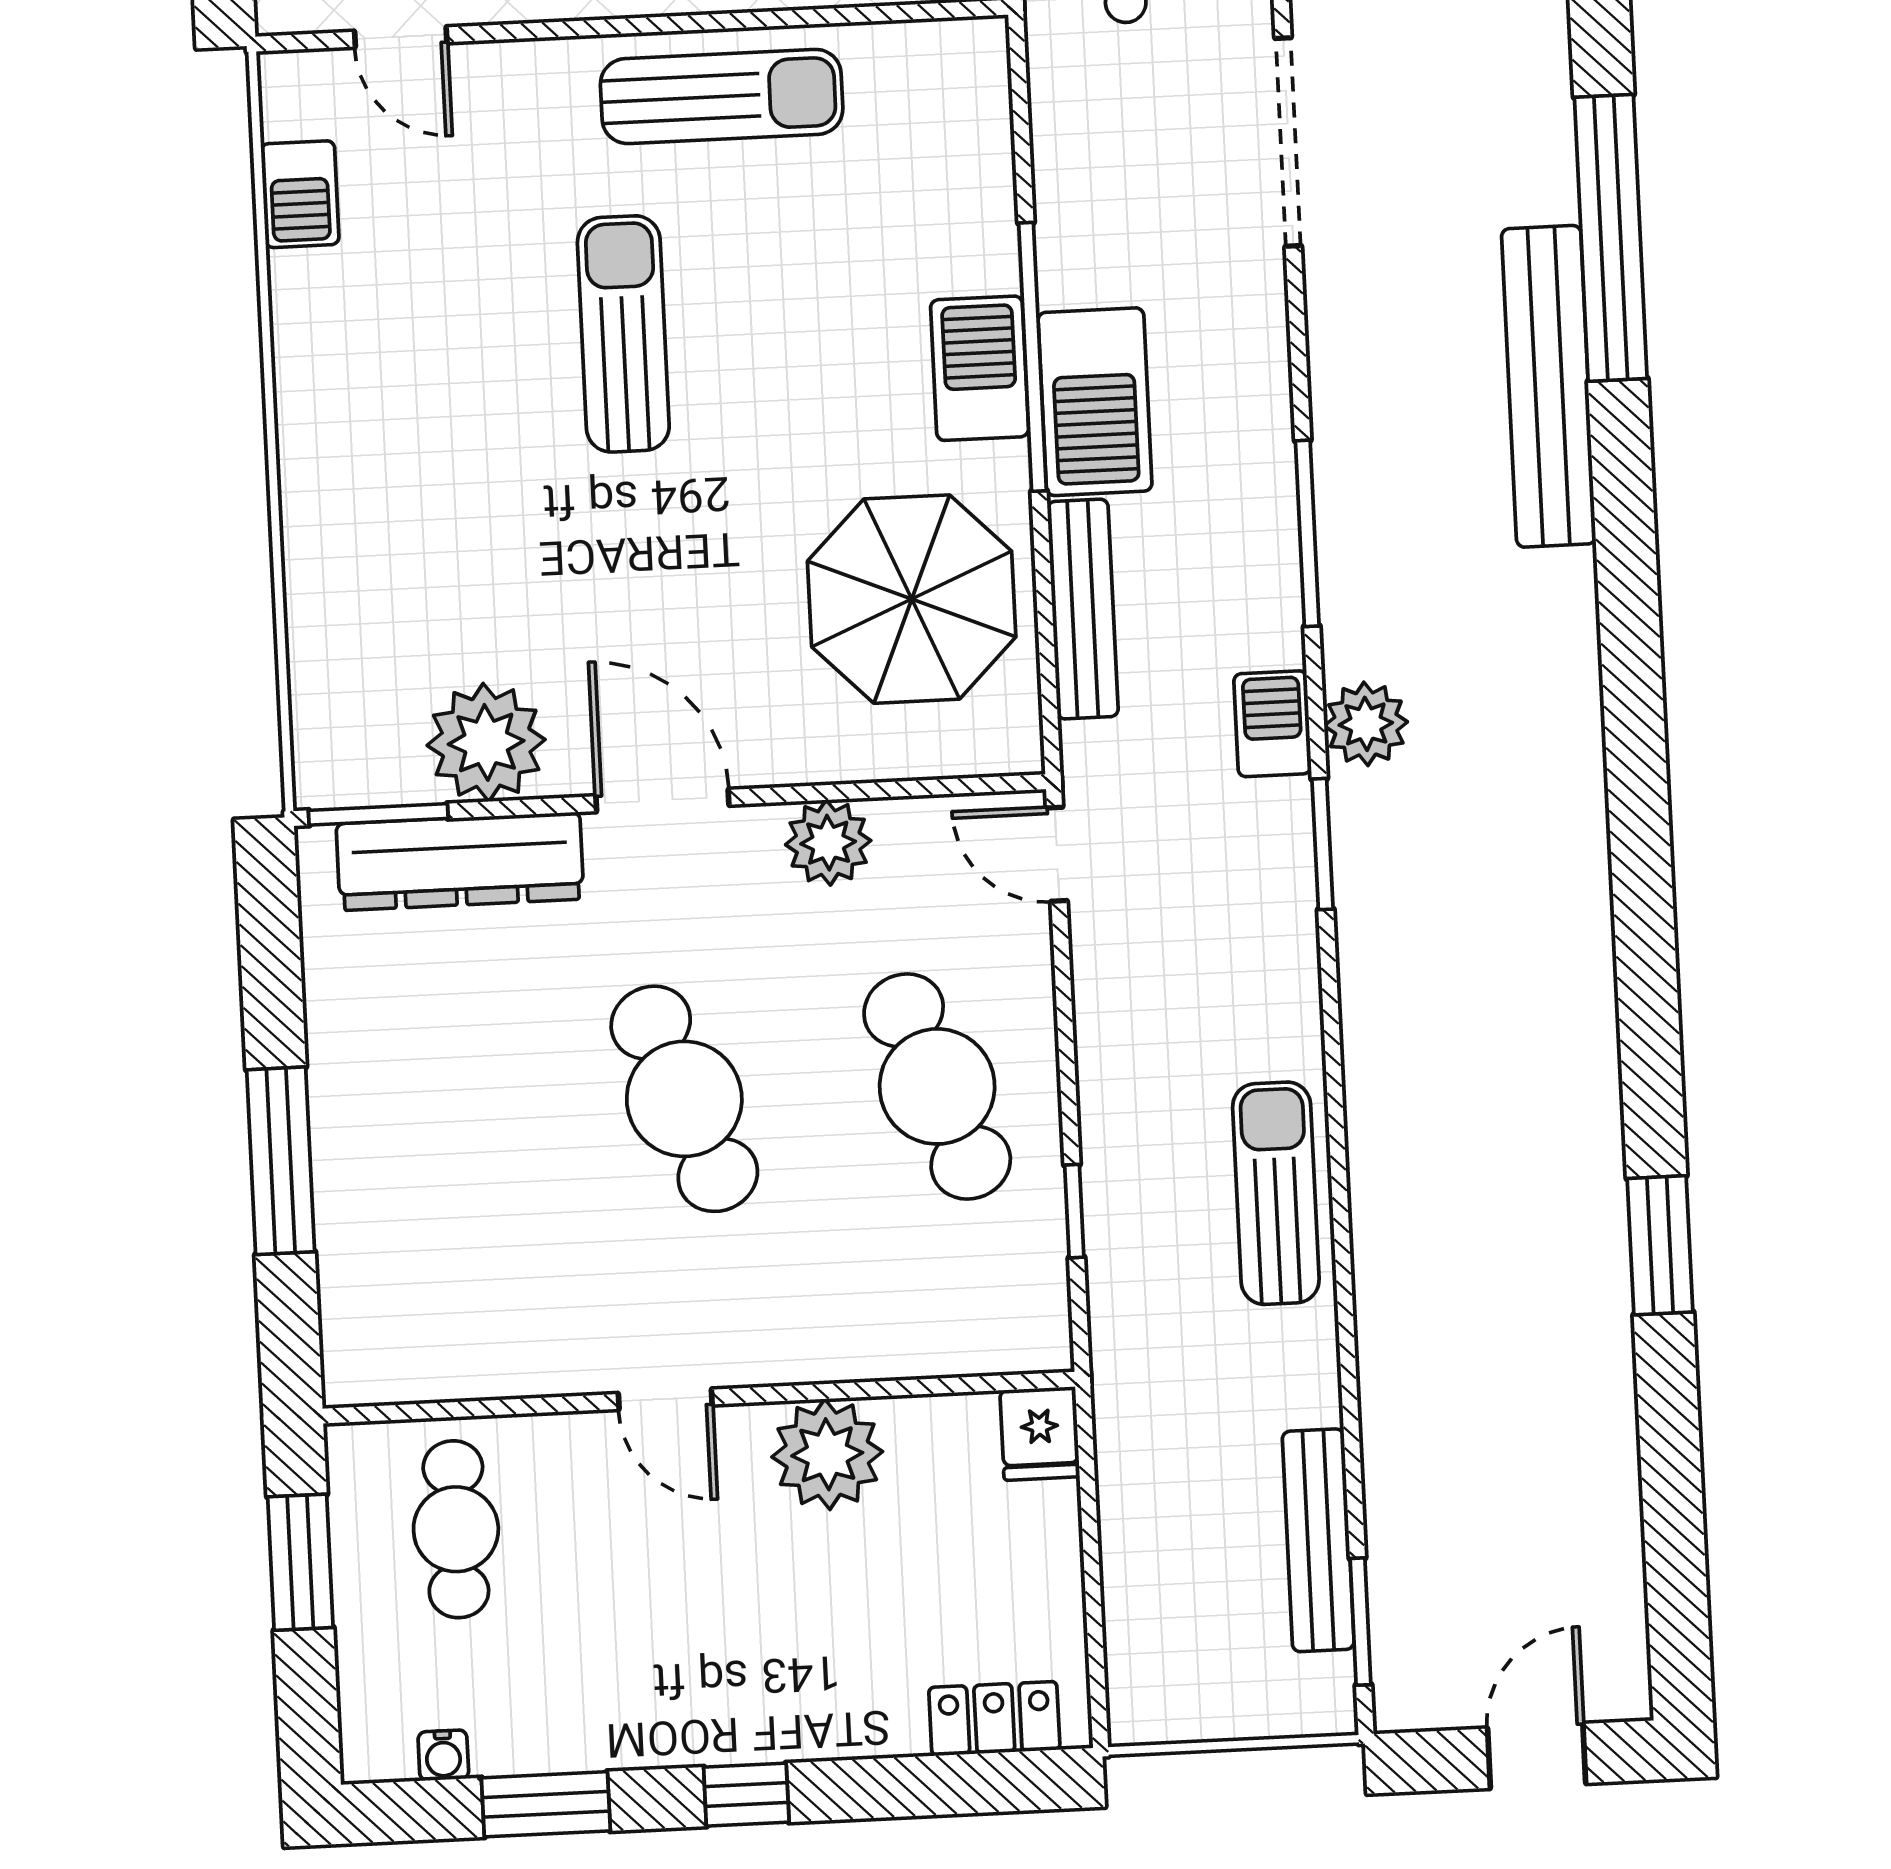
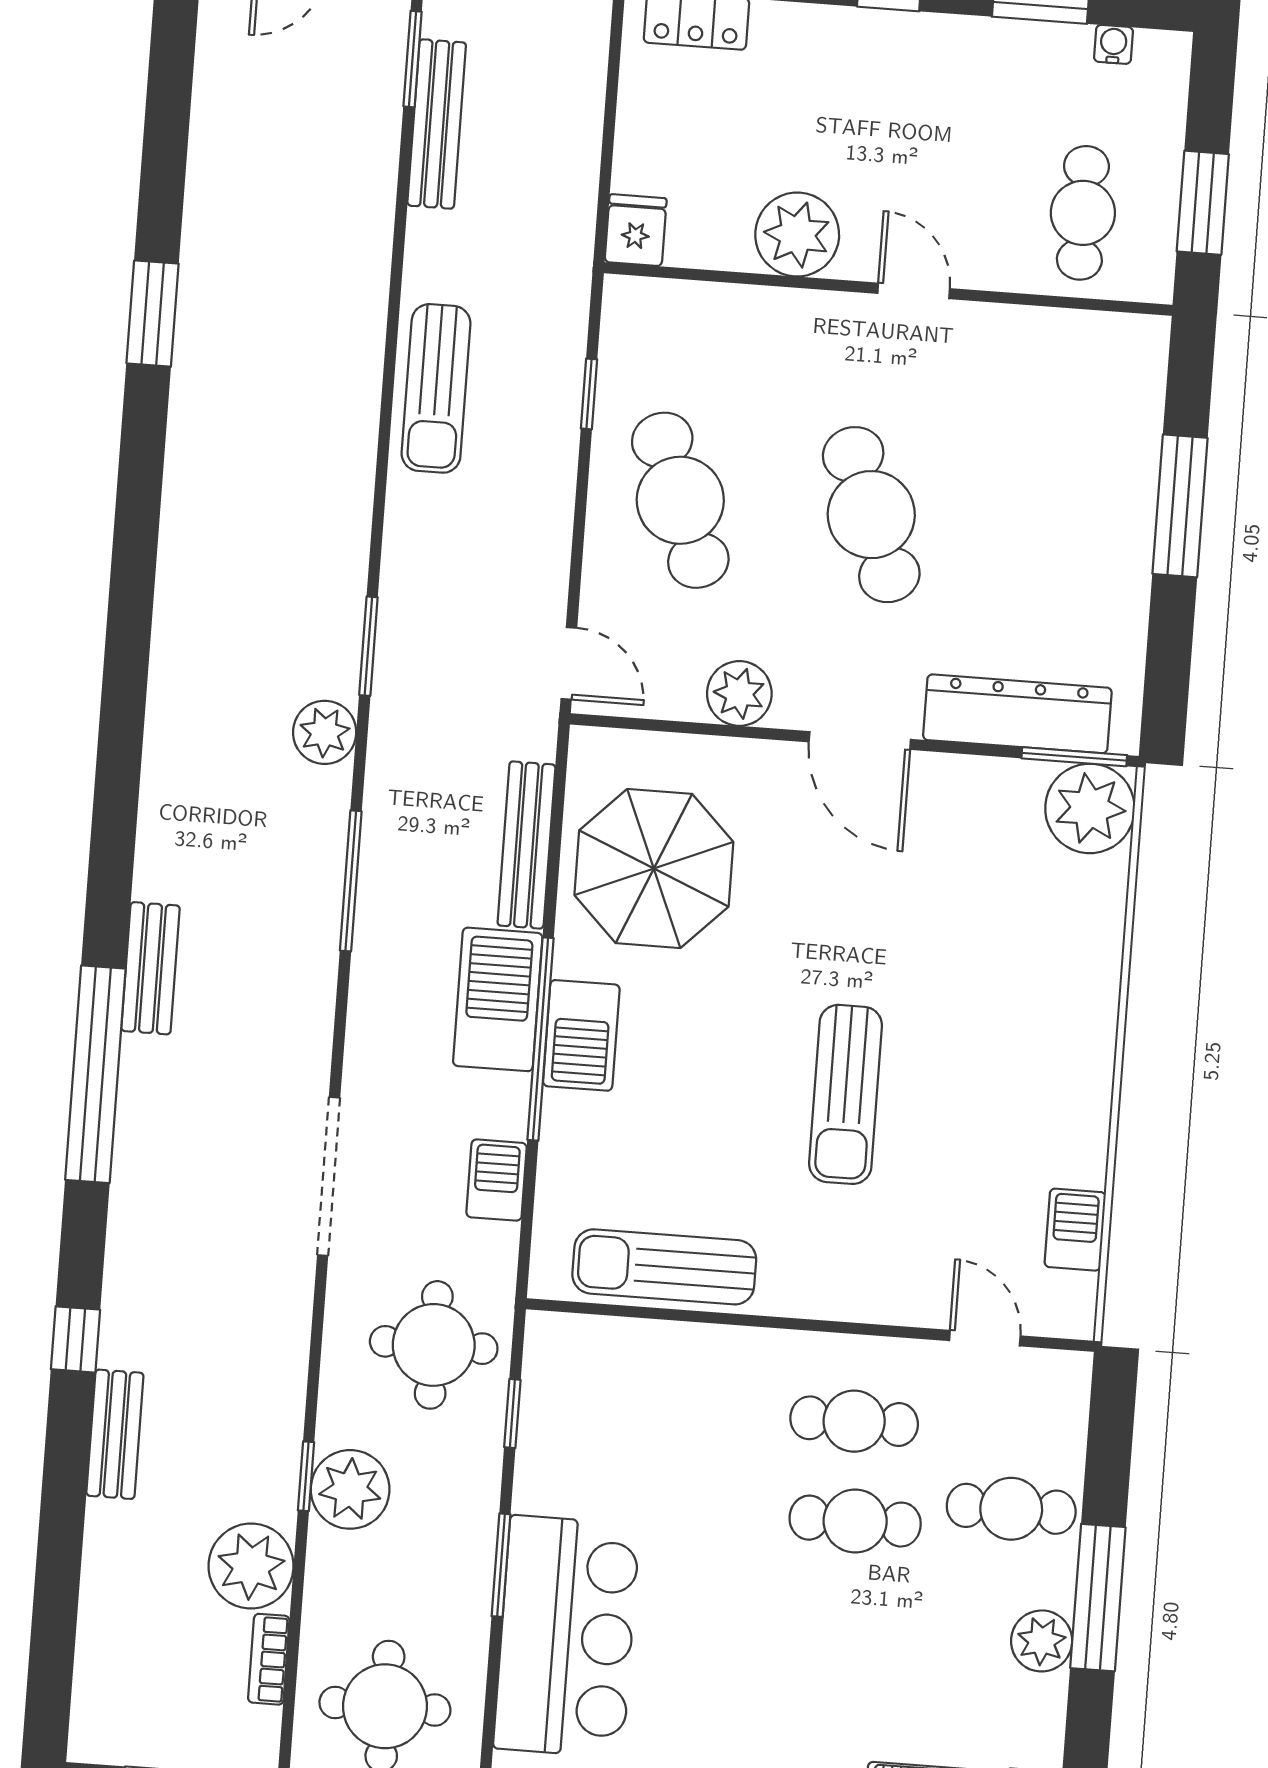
sun lounger: (722, 96) -> (664, 1267), moved
bench: (1549, 386) -> (151, 968), width x0.54, depth x0.82
barbecue: (1273, 724) -> (497, 1180), moved, turned 180
plant: (486, 742) -> (1090, 808), moved

